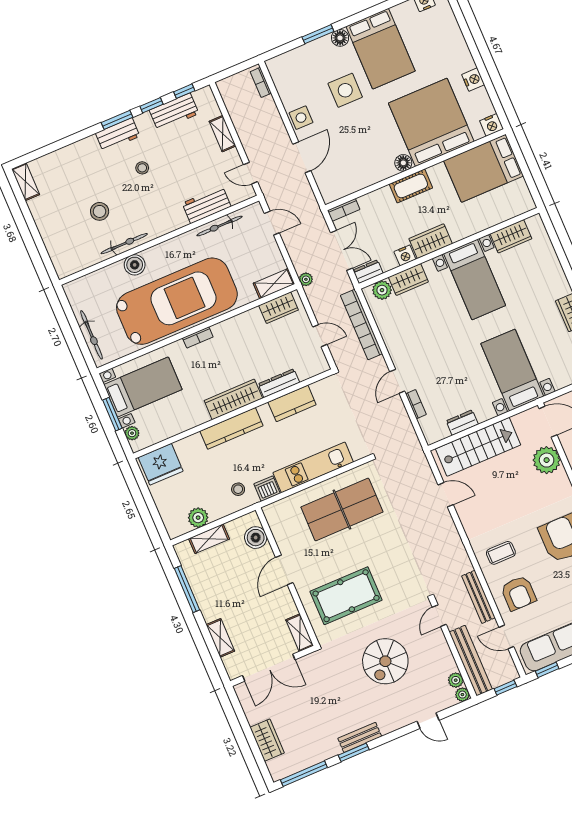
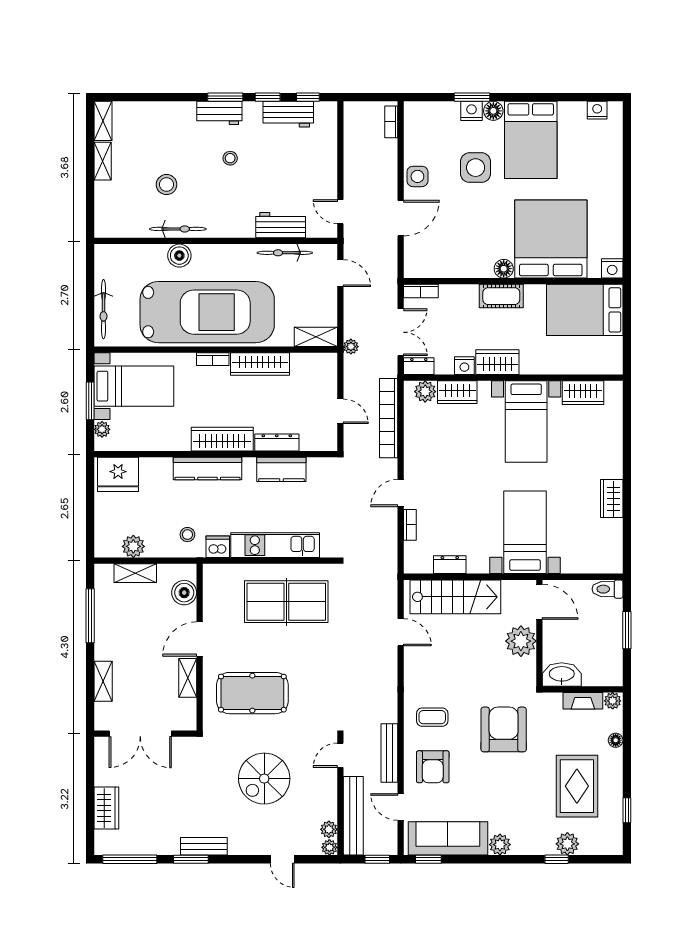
nightstand: (473, 80) -> (472, 111), moved, turned -90
shelving: (223, 134) -> (103, 161), moved
wardrobe: (279, 308) -> (260, 364), moved, width x1.50
shelving: (300, 633) -> (188, 678), moved

